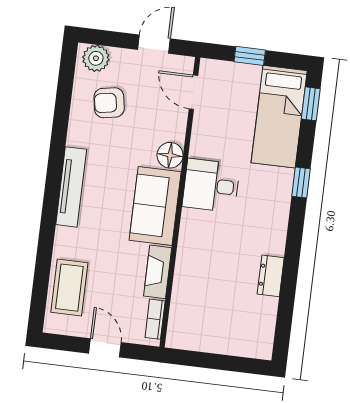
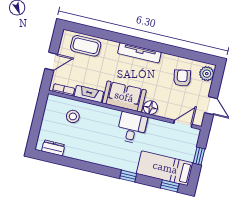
dresser: (271, 276) -> (53, 148), moved
stool: (202, 297) -> (73, 116), added

